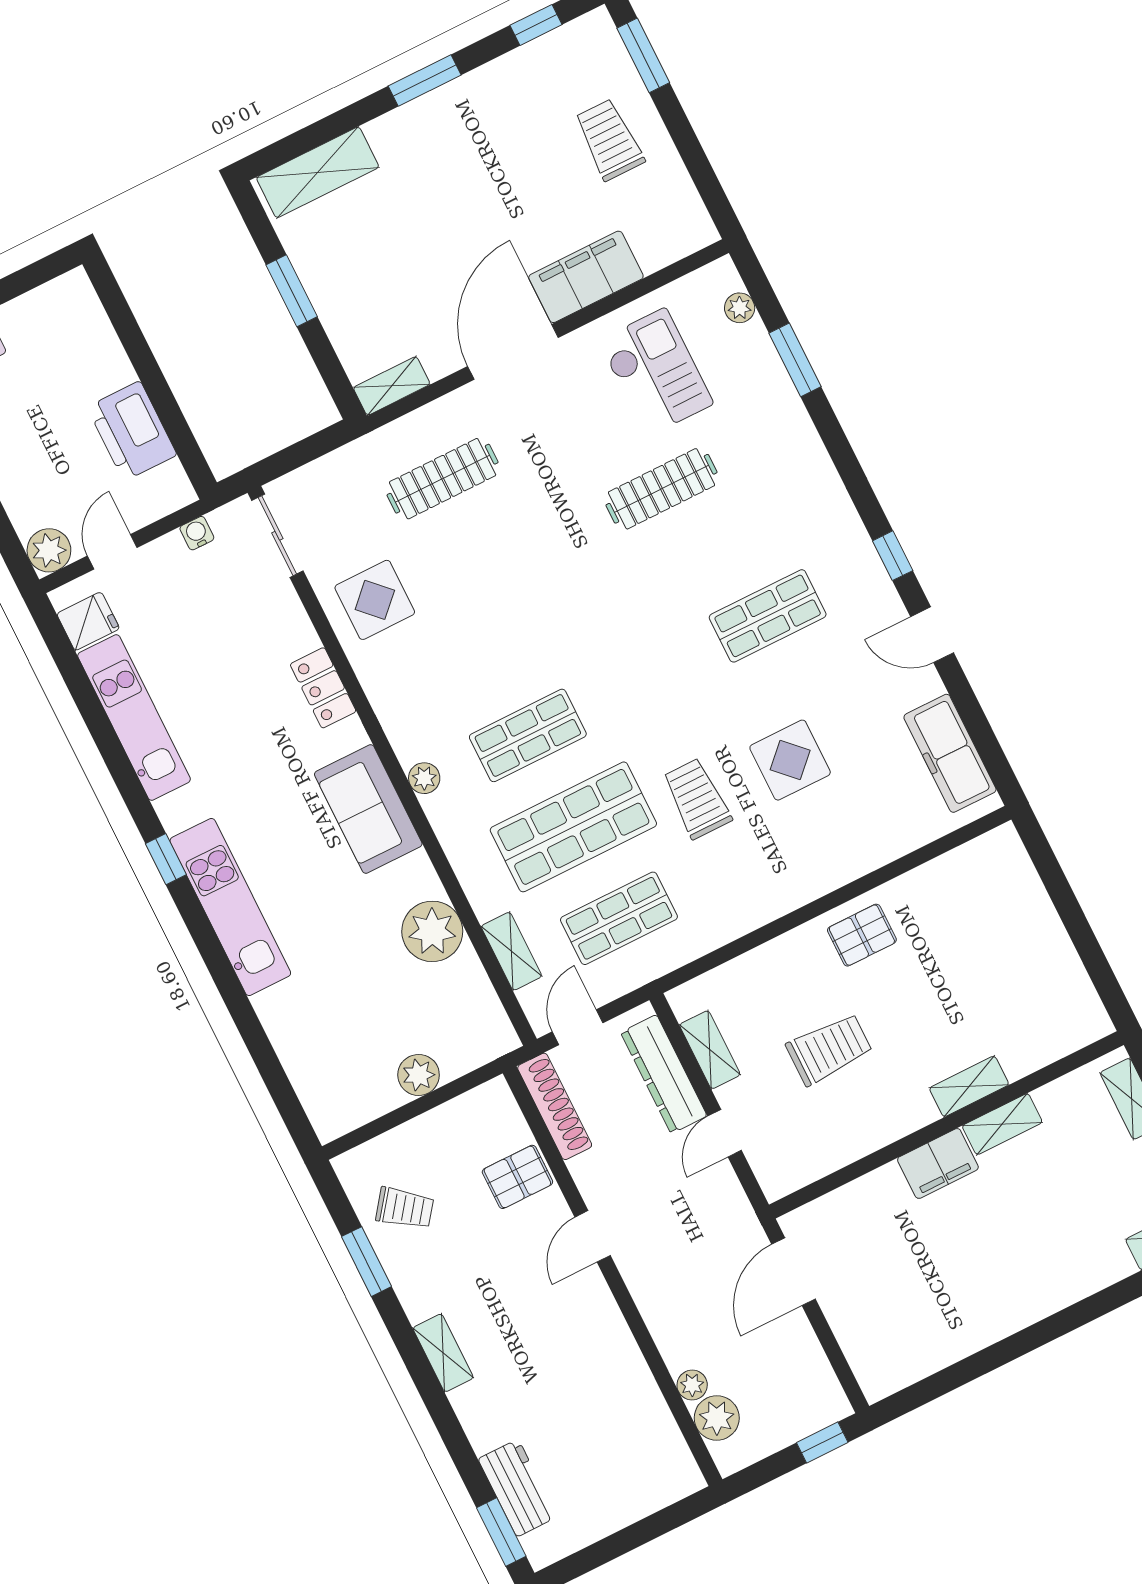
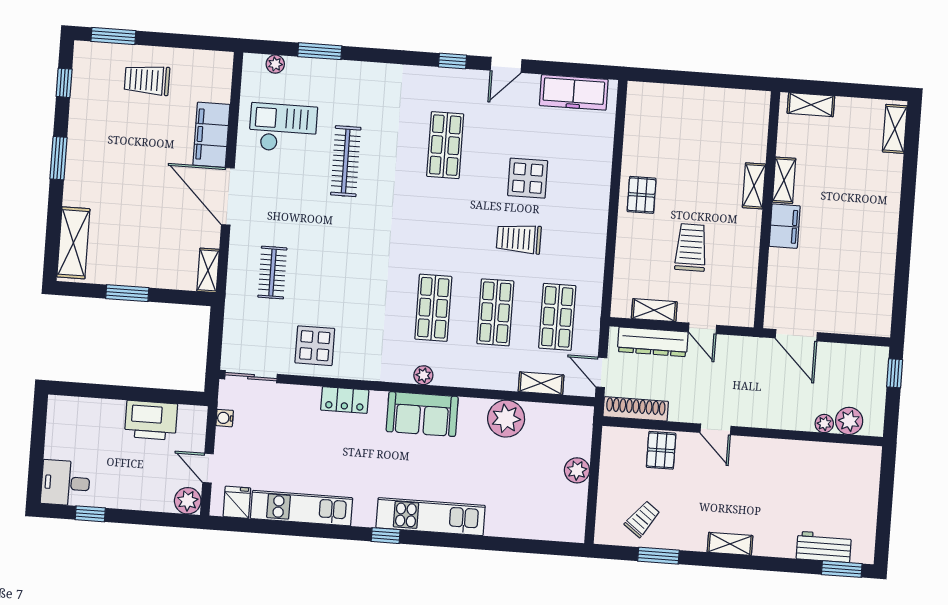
clothes rail: (443, 479) -> (272, 273), width x0.73
shop shelf: (573, 827) -> (495, 312), width x0.70, depth x0.74

